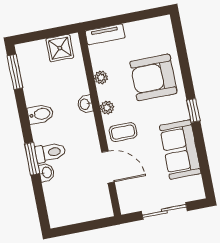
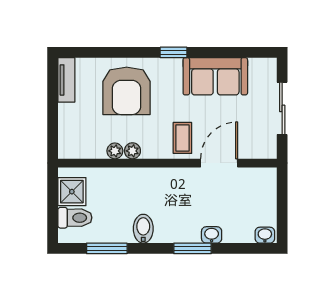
tv unit: (105, 34) -> (66, 80), moved
window: (15, 72) -> (107, 248), moved
washbasin: (85, 104) -> (265, 235), moved, turned 180
plant: (107, 108) -> (132, 151), moved
toilet: (50, 152) -> (75, 218), moved, turned 90

